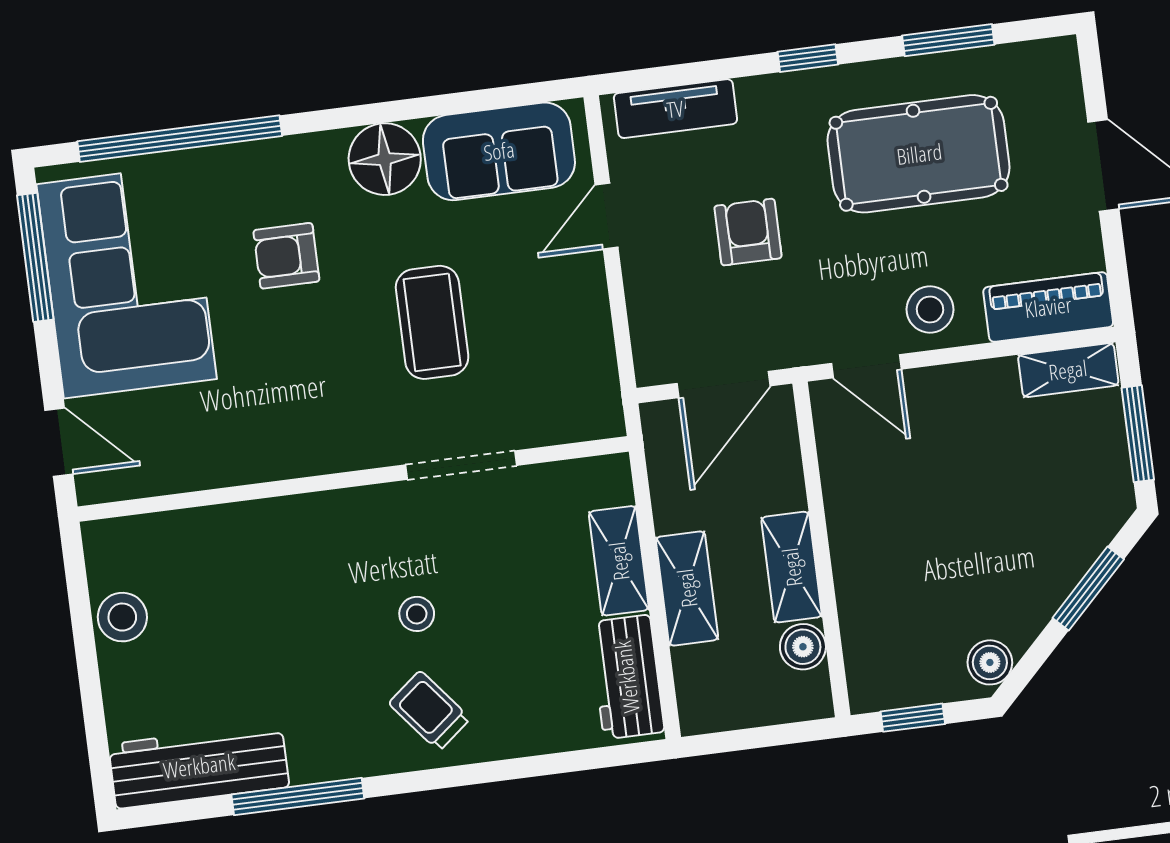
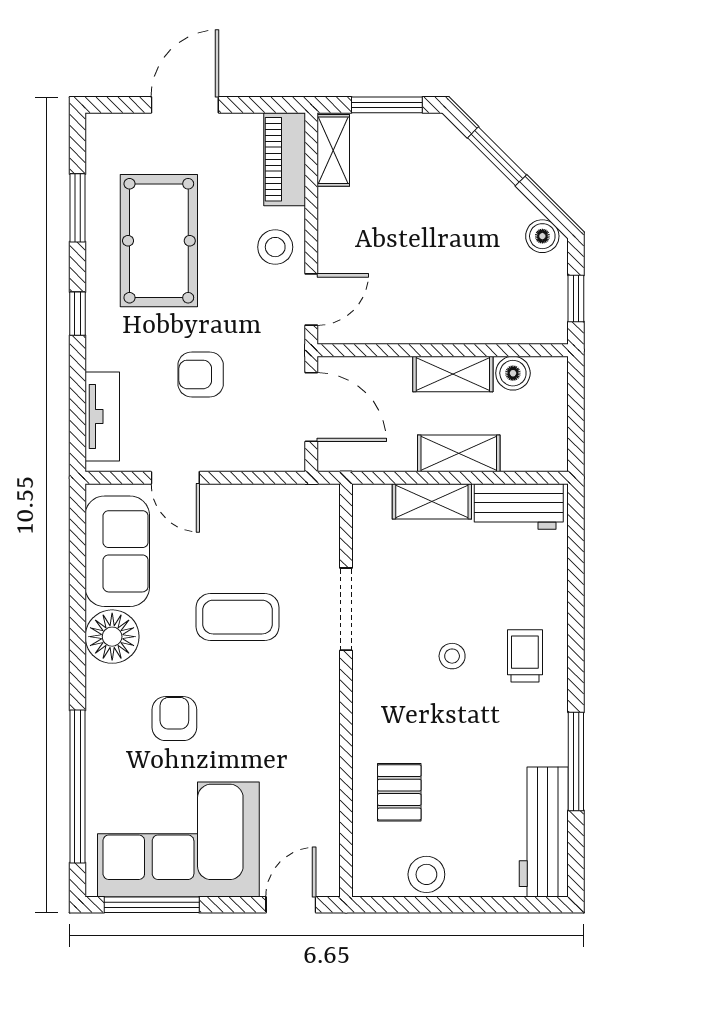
armchair: (286, 256) -> (174, 719), turned 180
pallet: (227, 567) -> (399, 792), added
trolley: (429, 711) -> (525, 656), turned 129

